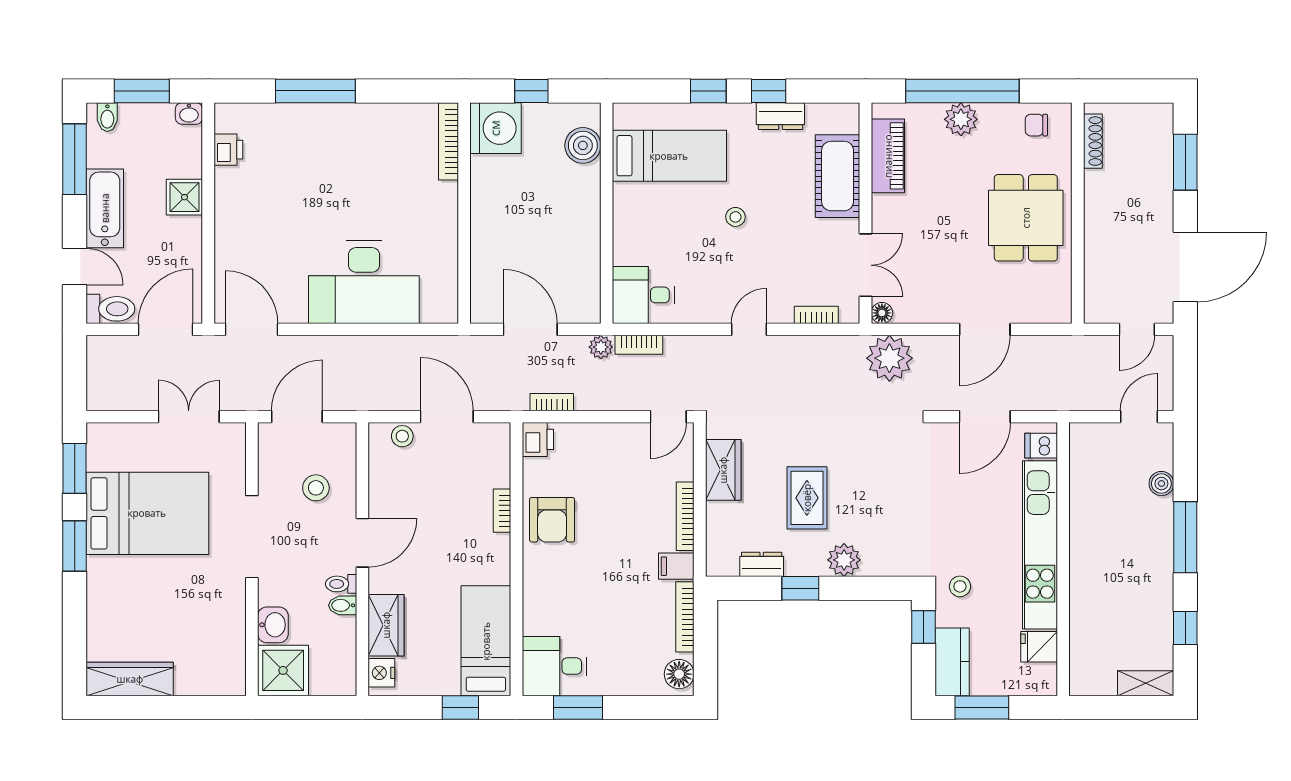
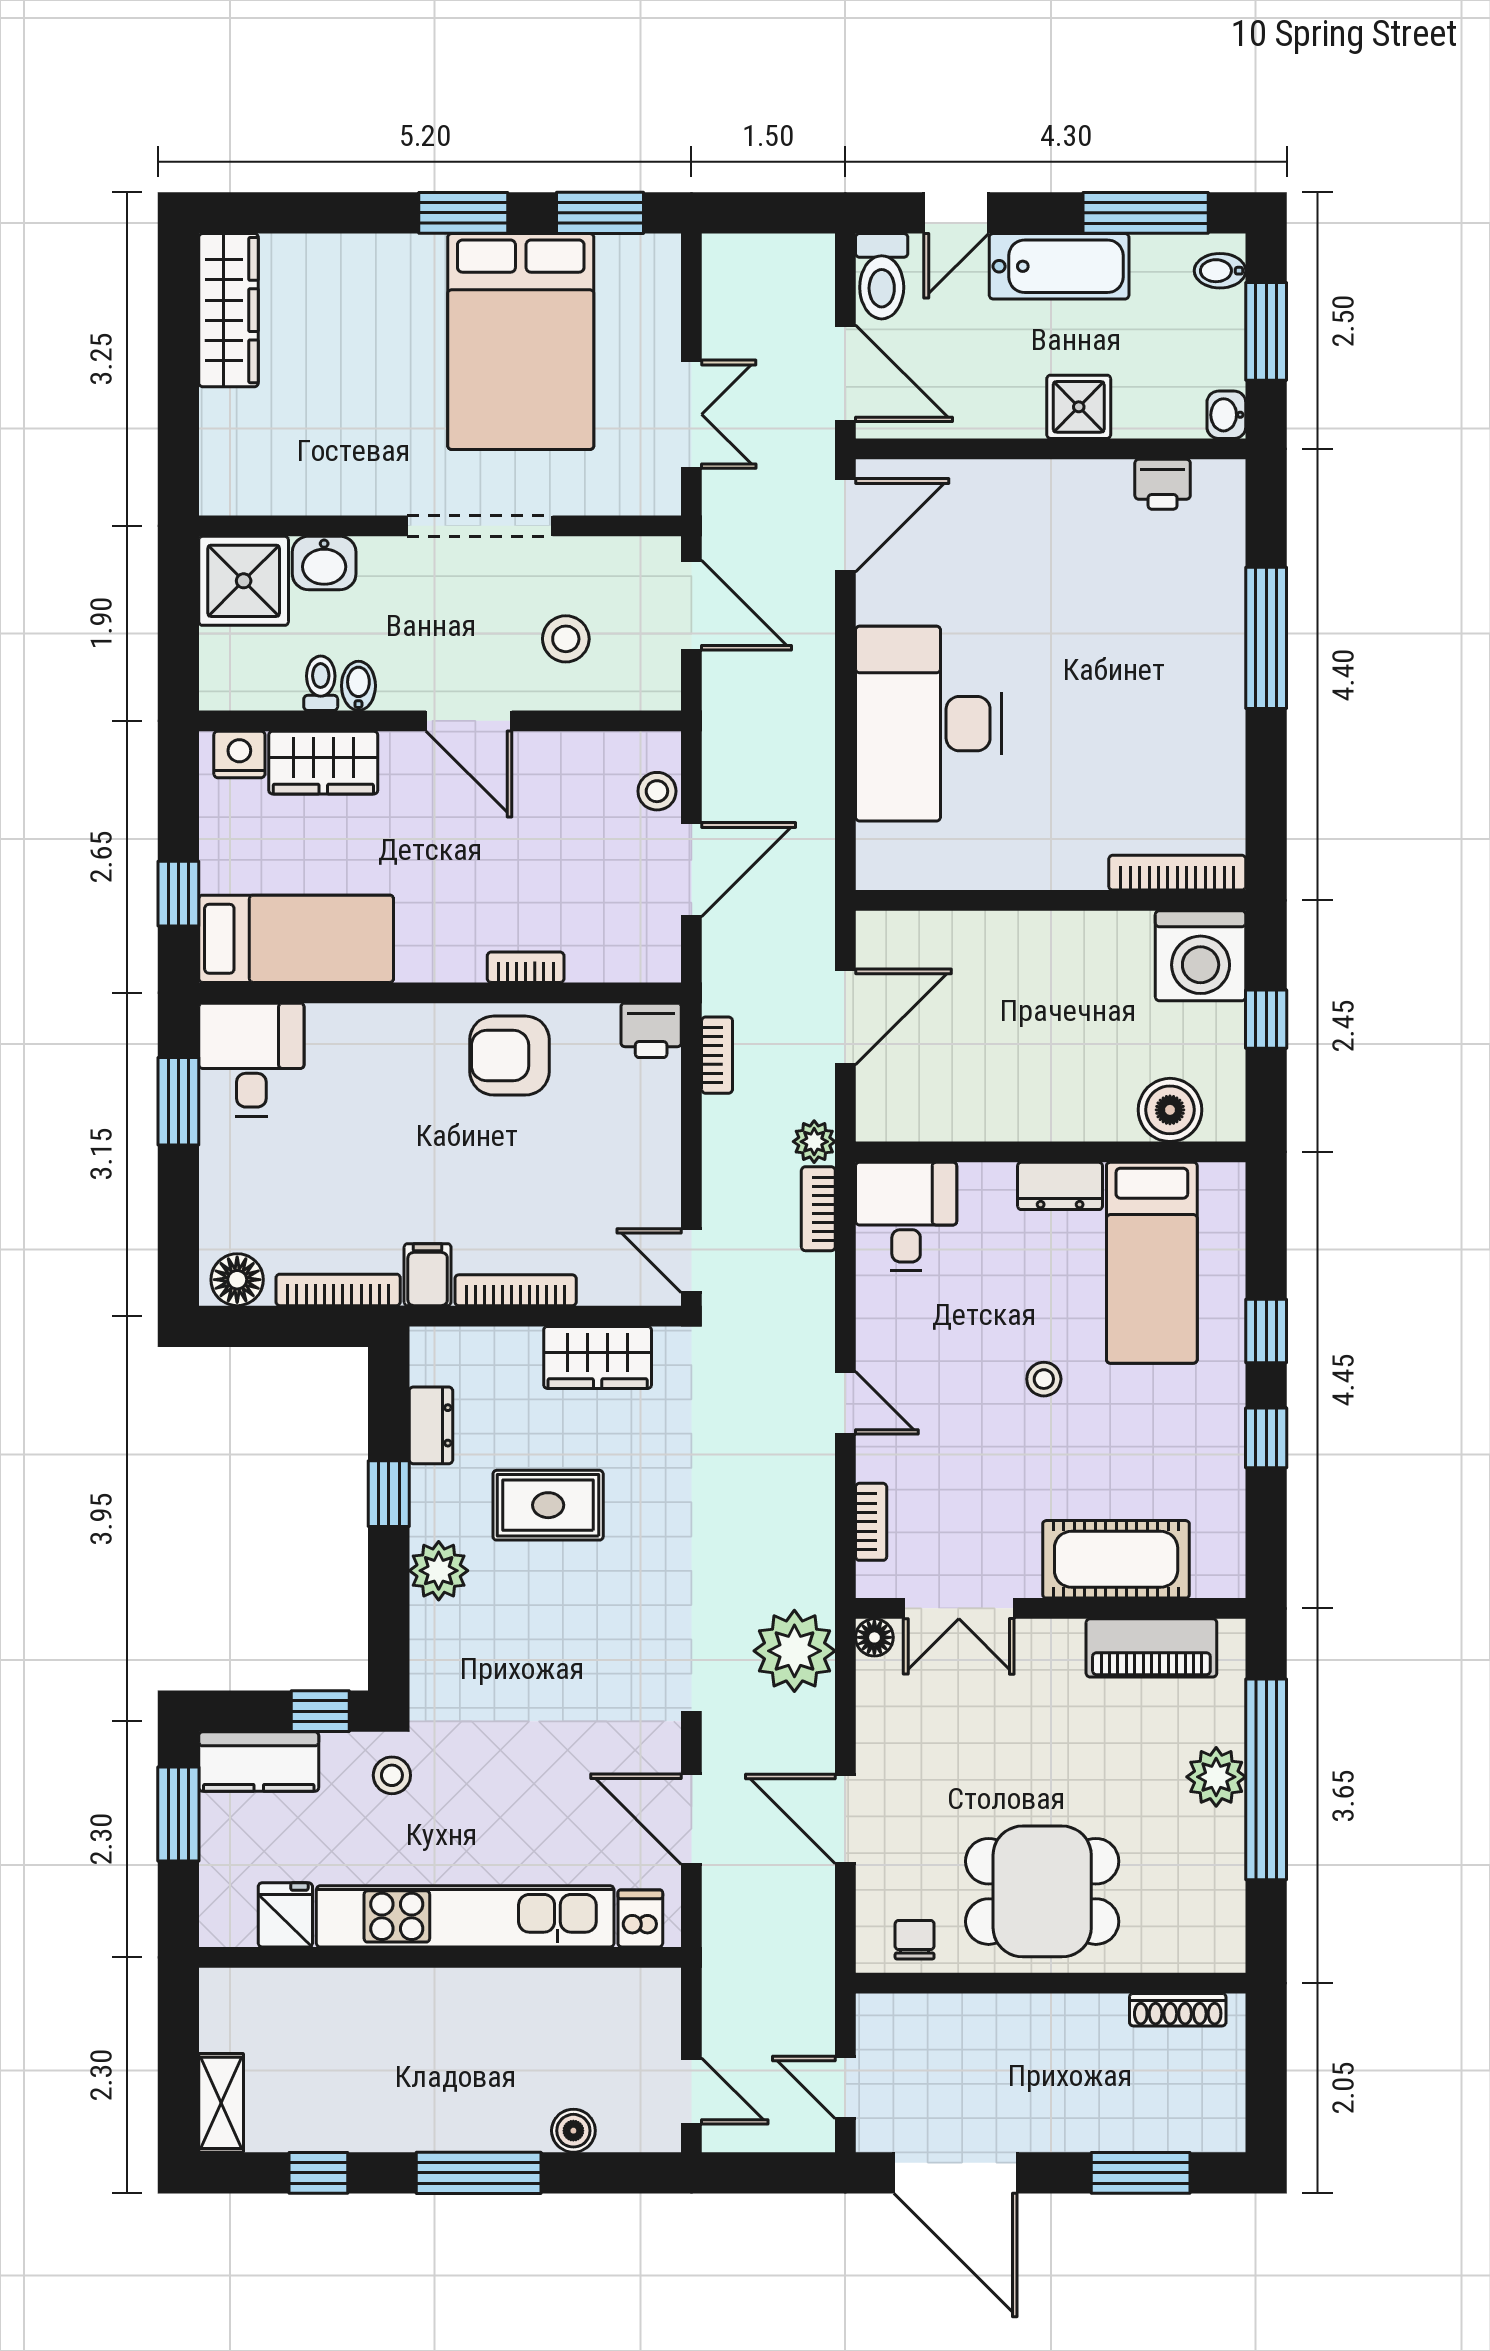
dresser: (780, 116) -> (1060, 1186), moved, turned -90
chair: (1036, 125) -> (915, 1940), moved
toilet: (341, 584) -> (321, 683), moved

